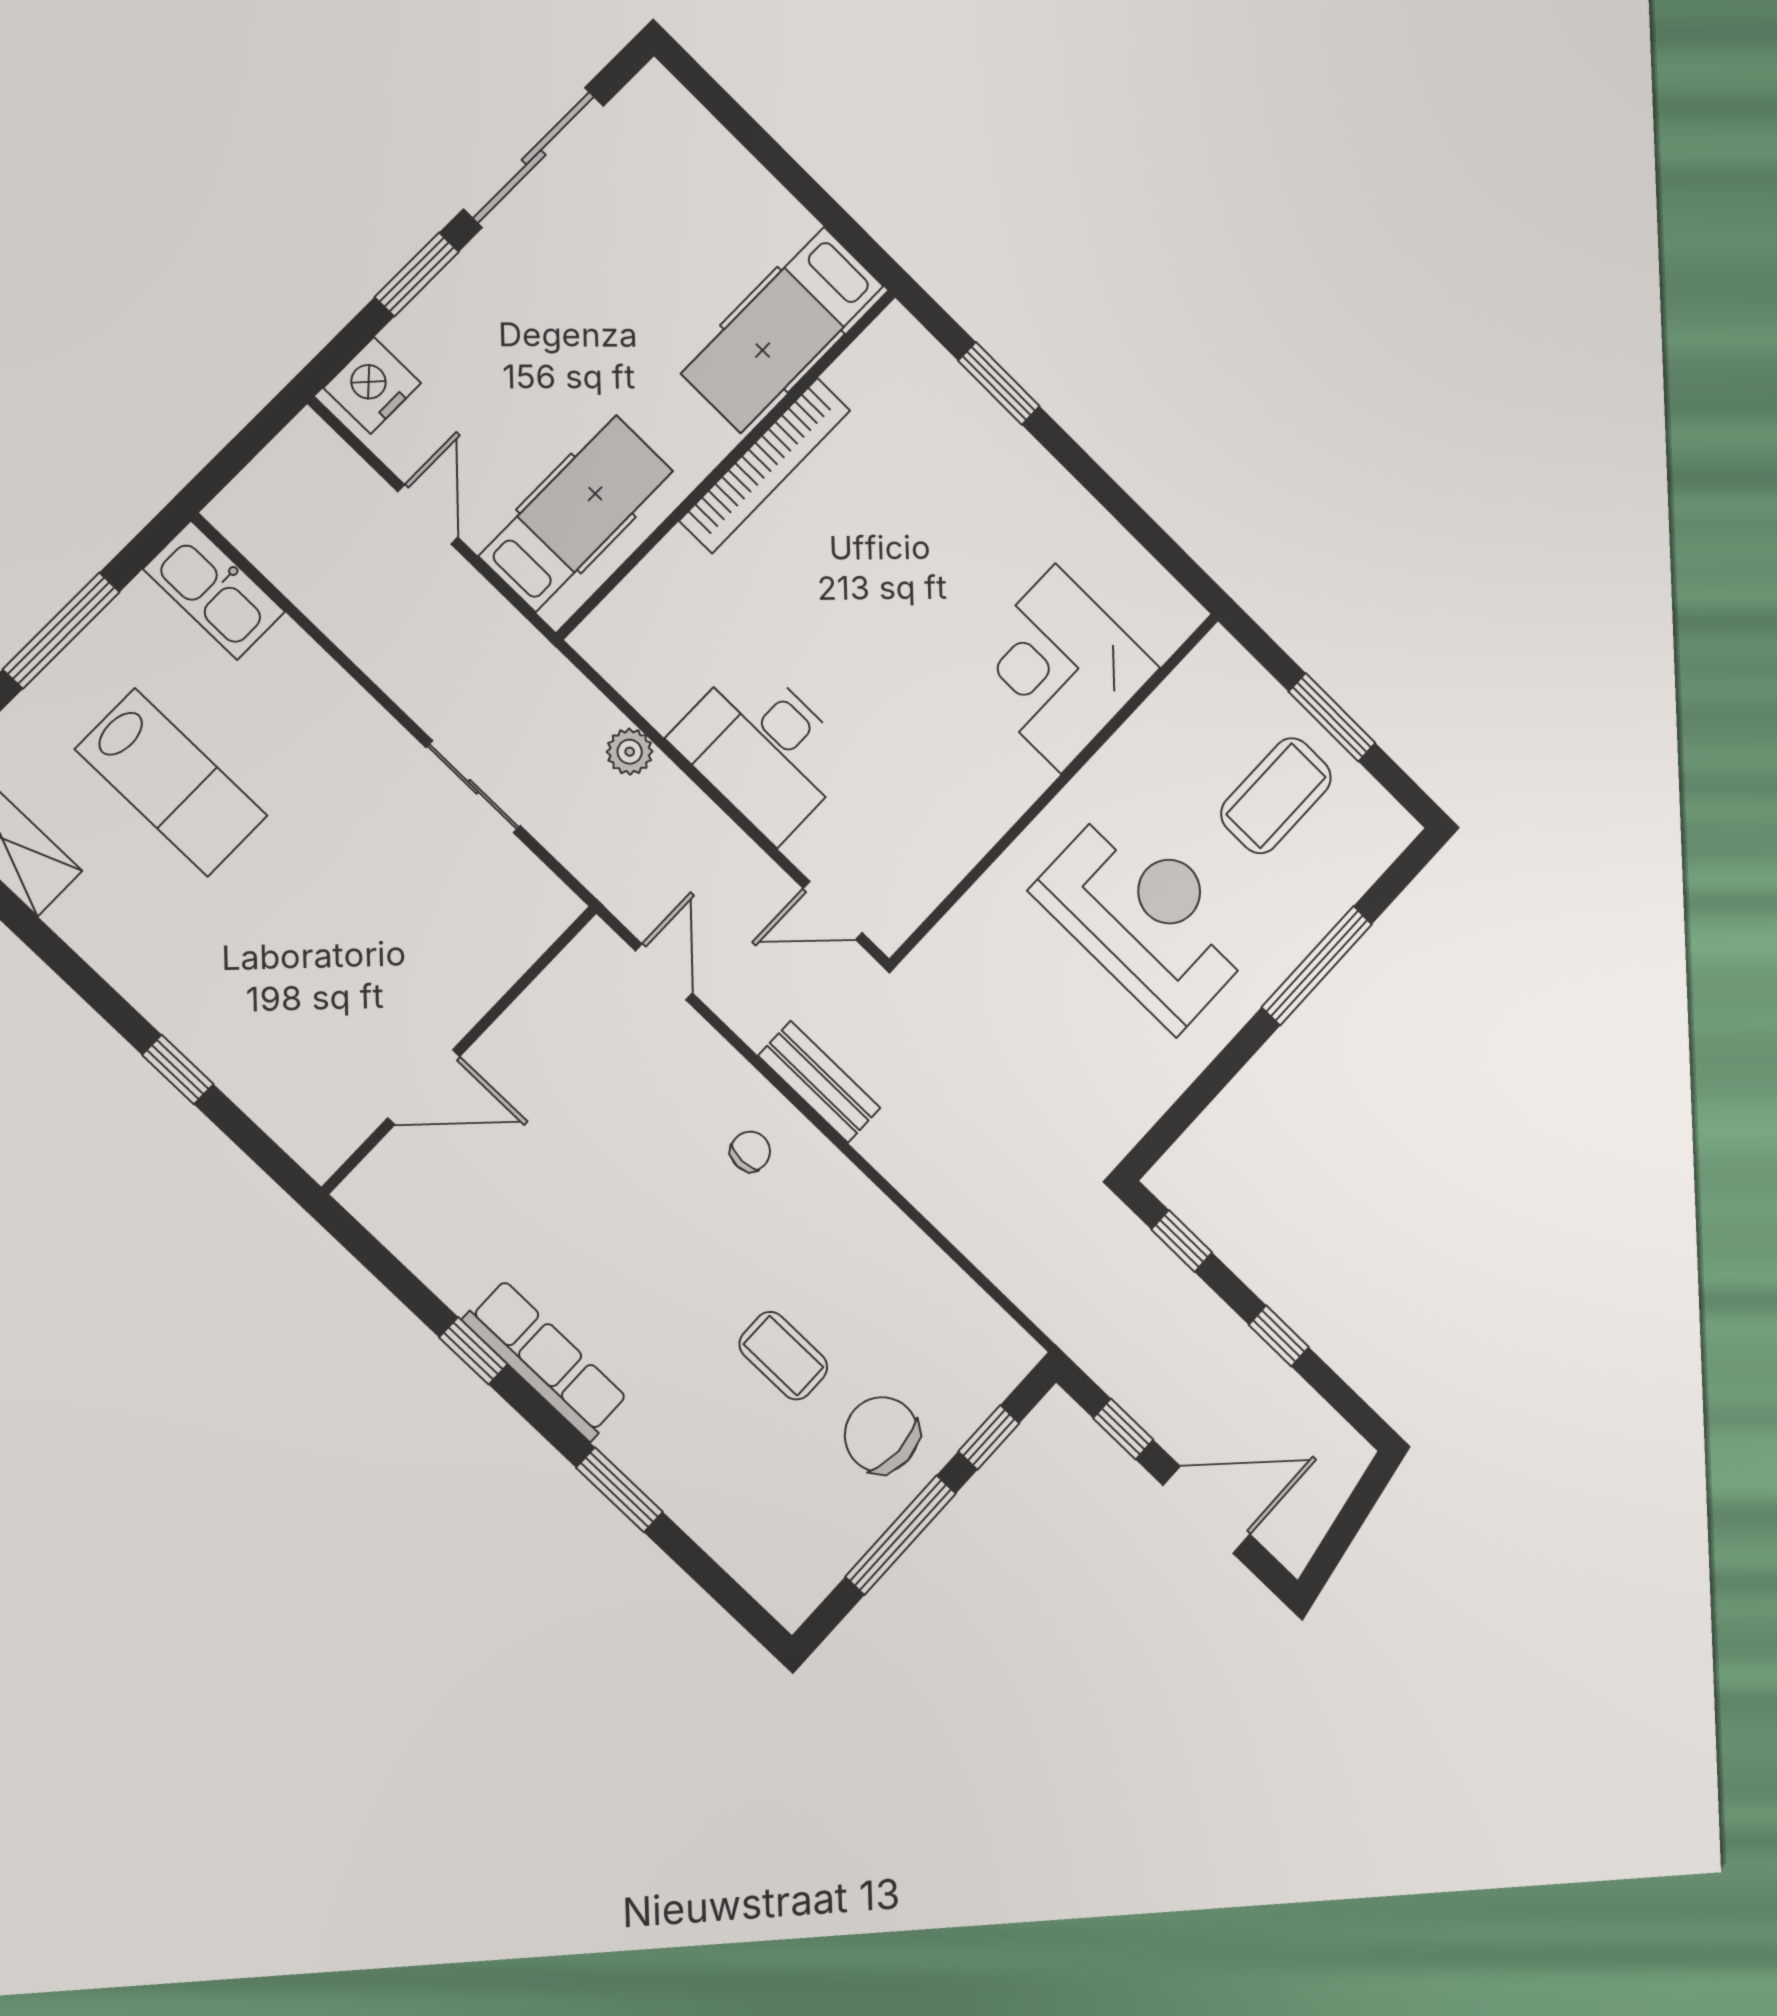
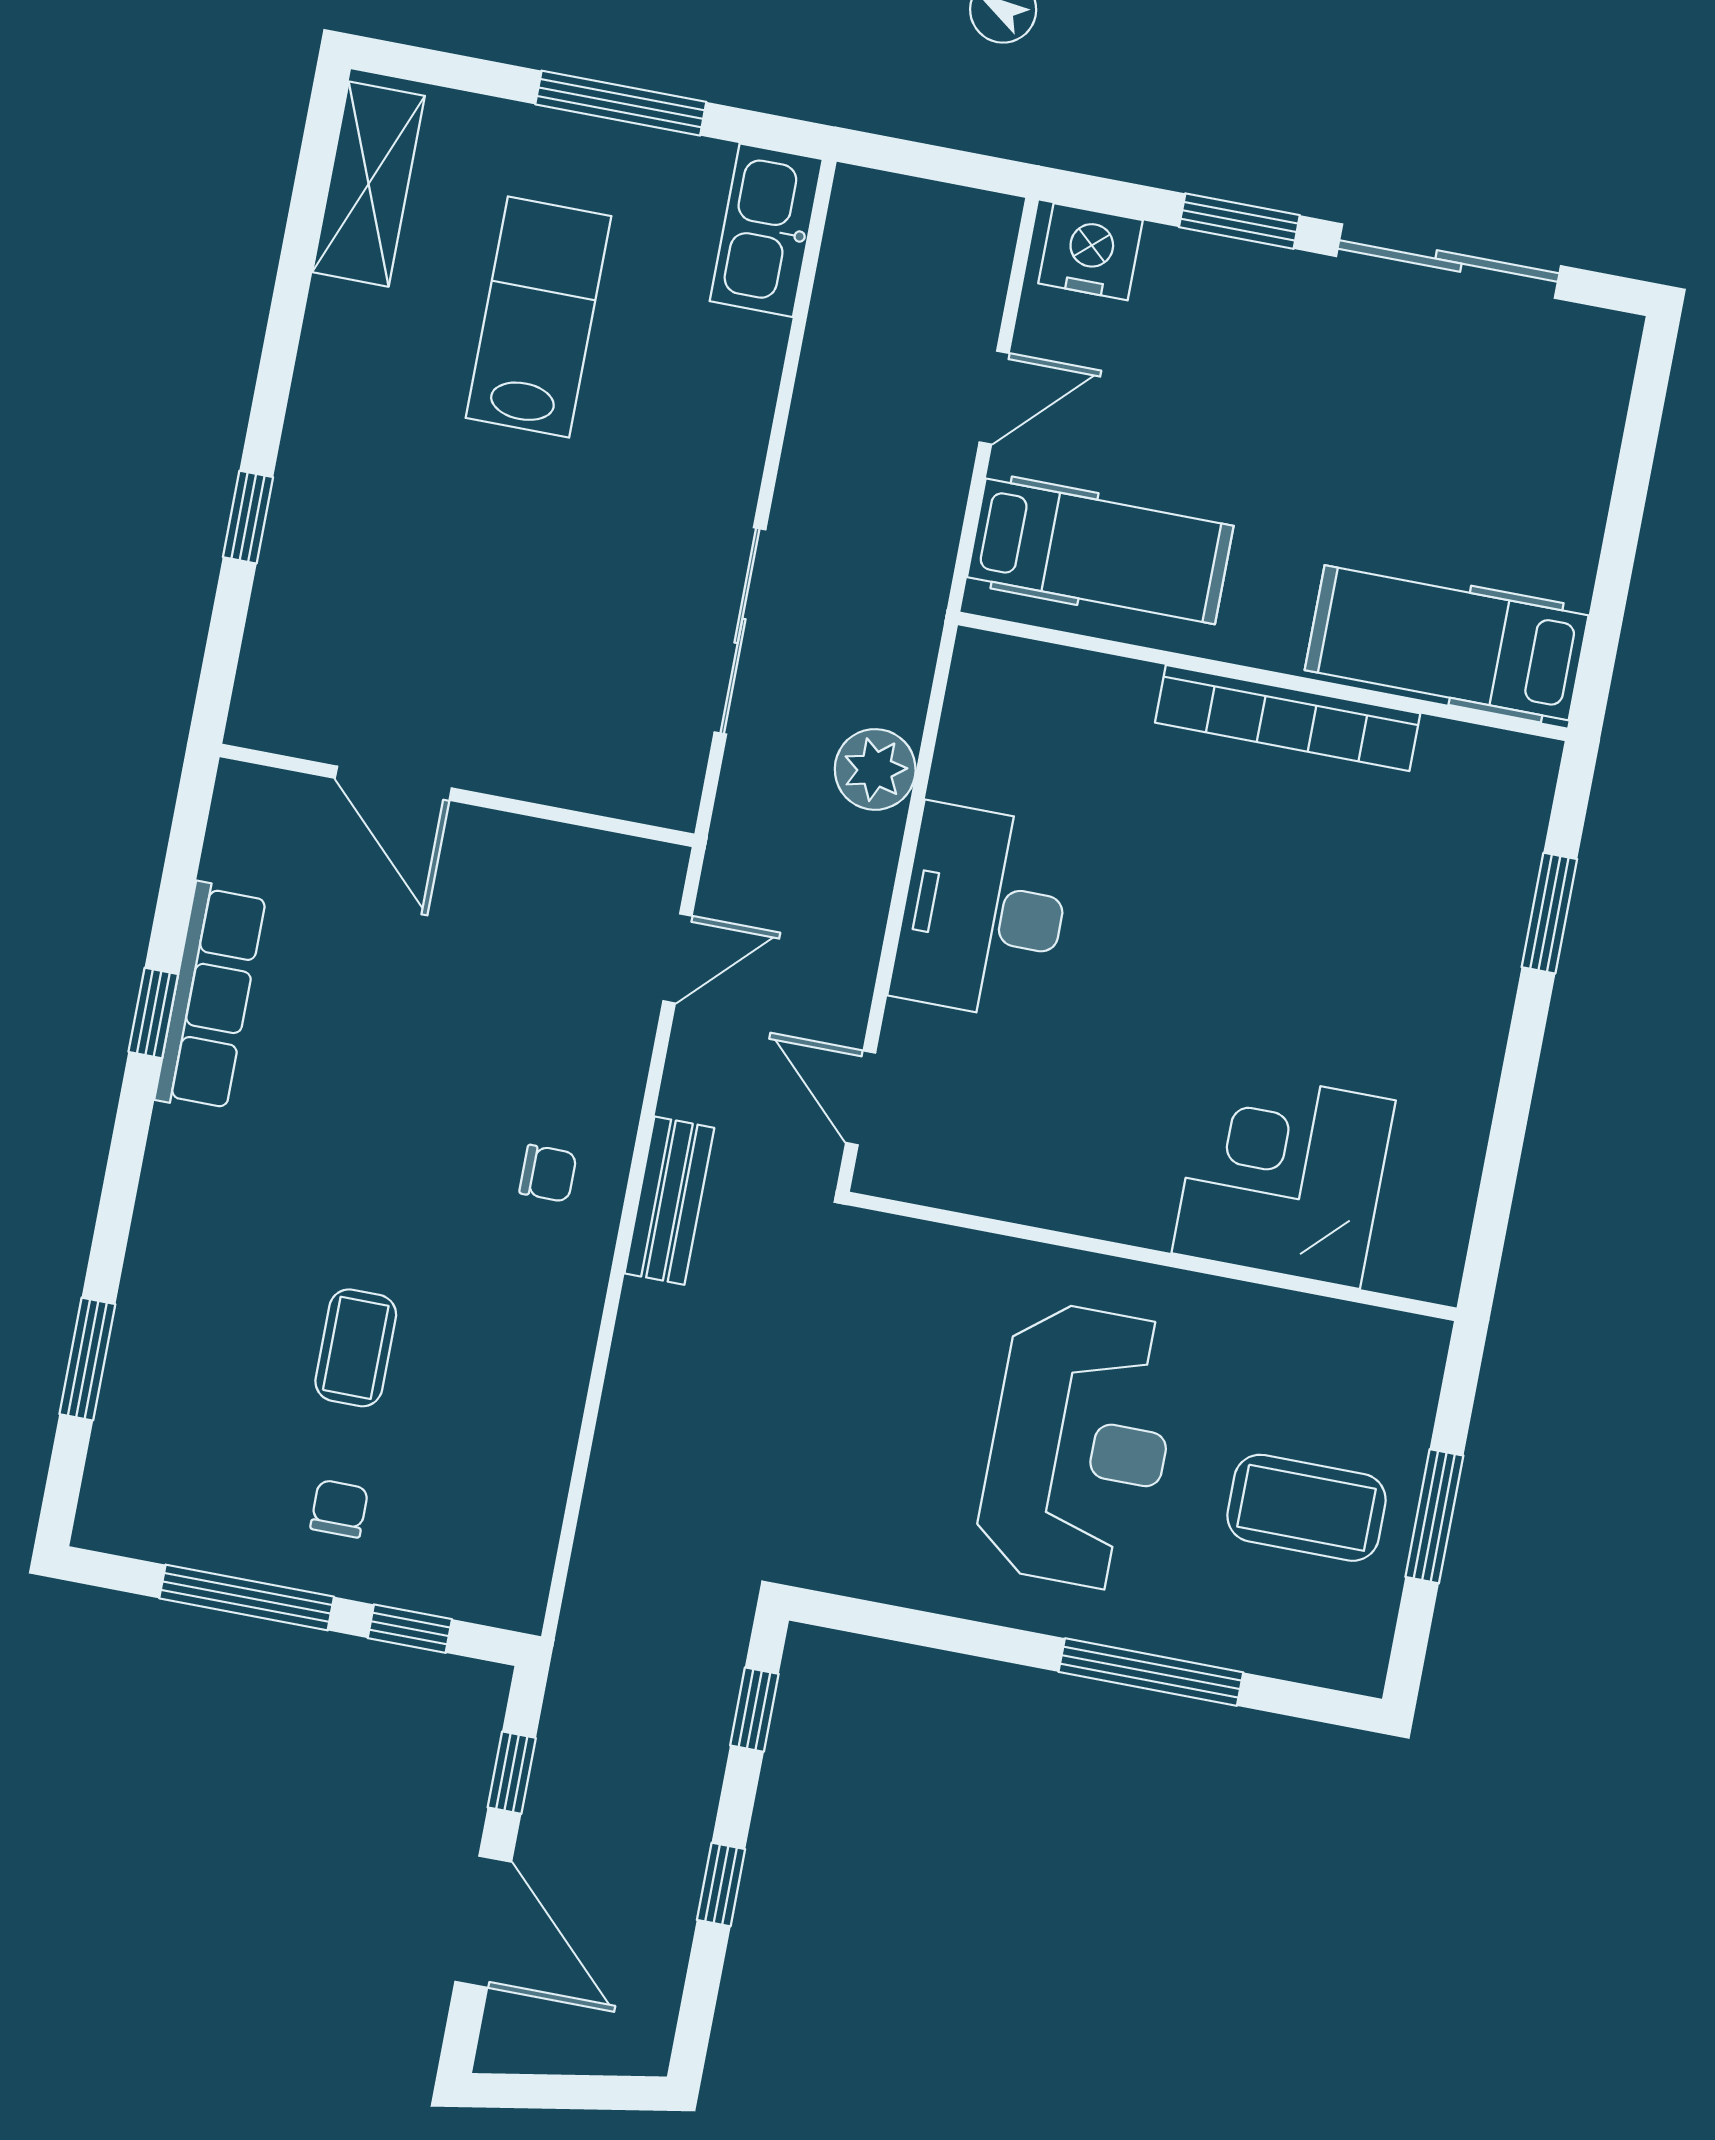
plant: (630, 752) -> (875, 769), width x1.38, depth x1.38
lab bench: (171, 782) -> (539, 317), turned 180
sliding door: (473, 787) -> (740, 631), width x1.37
row of seats: (546, 1360) -> (211, 997), moved
chair: (882, 1435) -> (339, 1509), width x0.54, depth x0.54
window: (619, 1490) -> (87, 1359), moved

